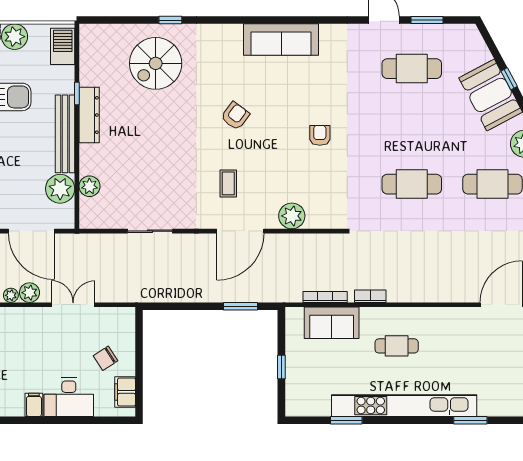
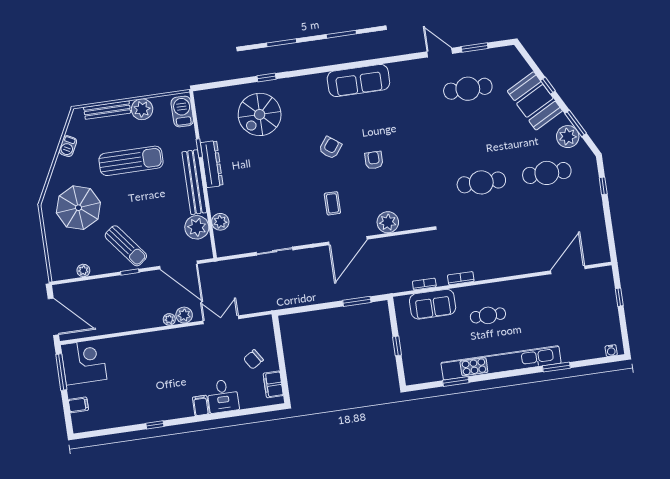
armchair: (320, 135) -> (374, 160), moved
bookcase: (325, 297) -> (424, 284), width x0.64
desk: (69, 397) -> (223, 396), width x0.73

